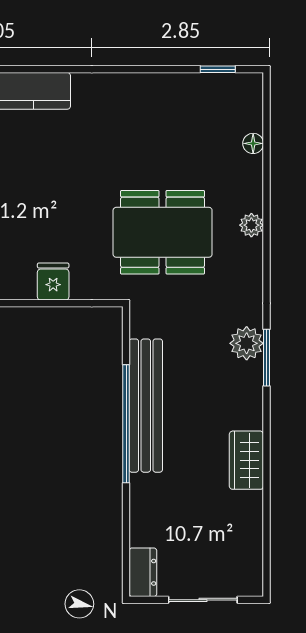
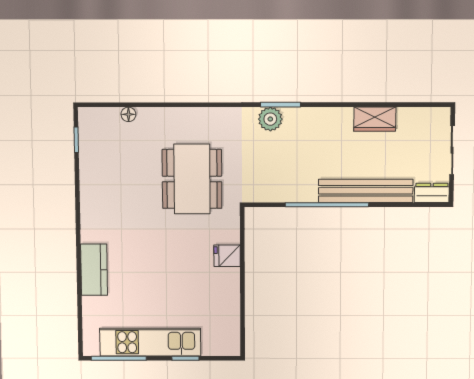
plant: (251, 225) -> (186, 116), removed
bench: (146, 406) -> (366, 191), moved
wardrobe: (246, 460) -> (375, 119), moved

